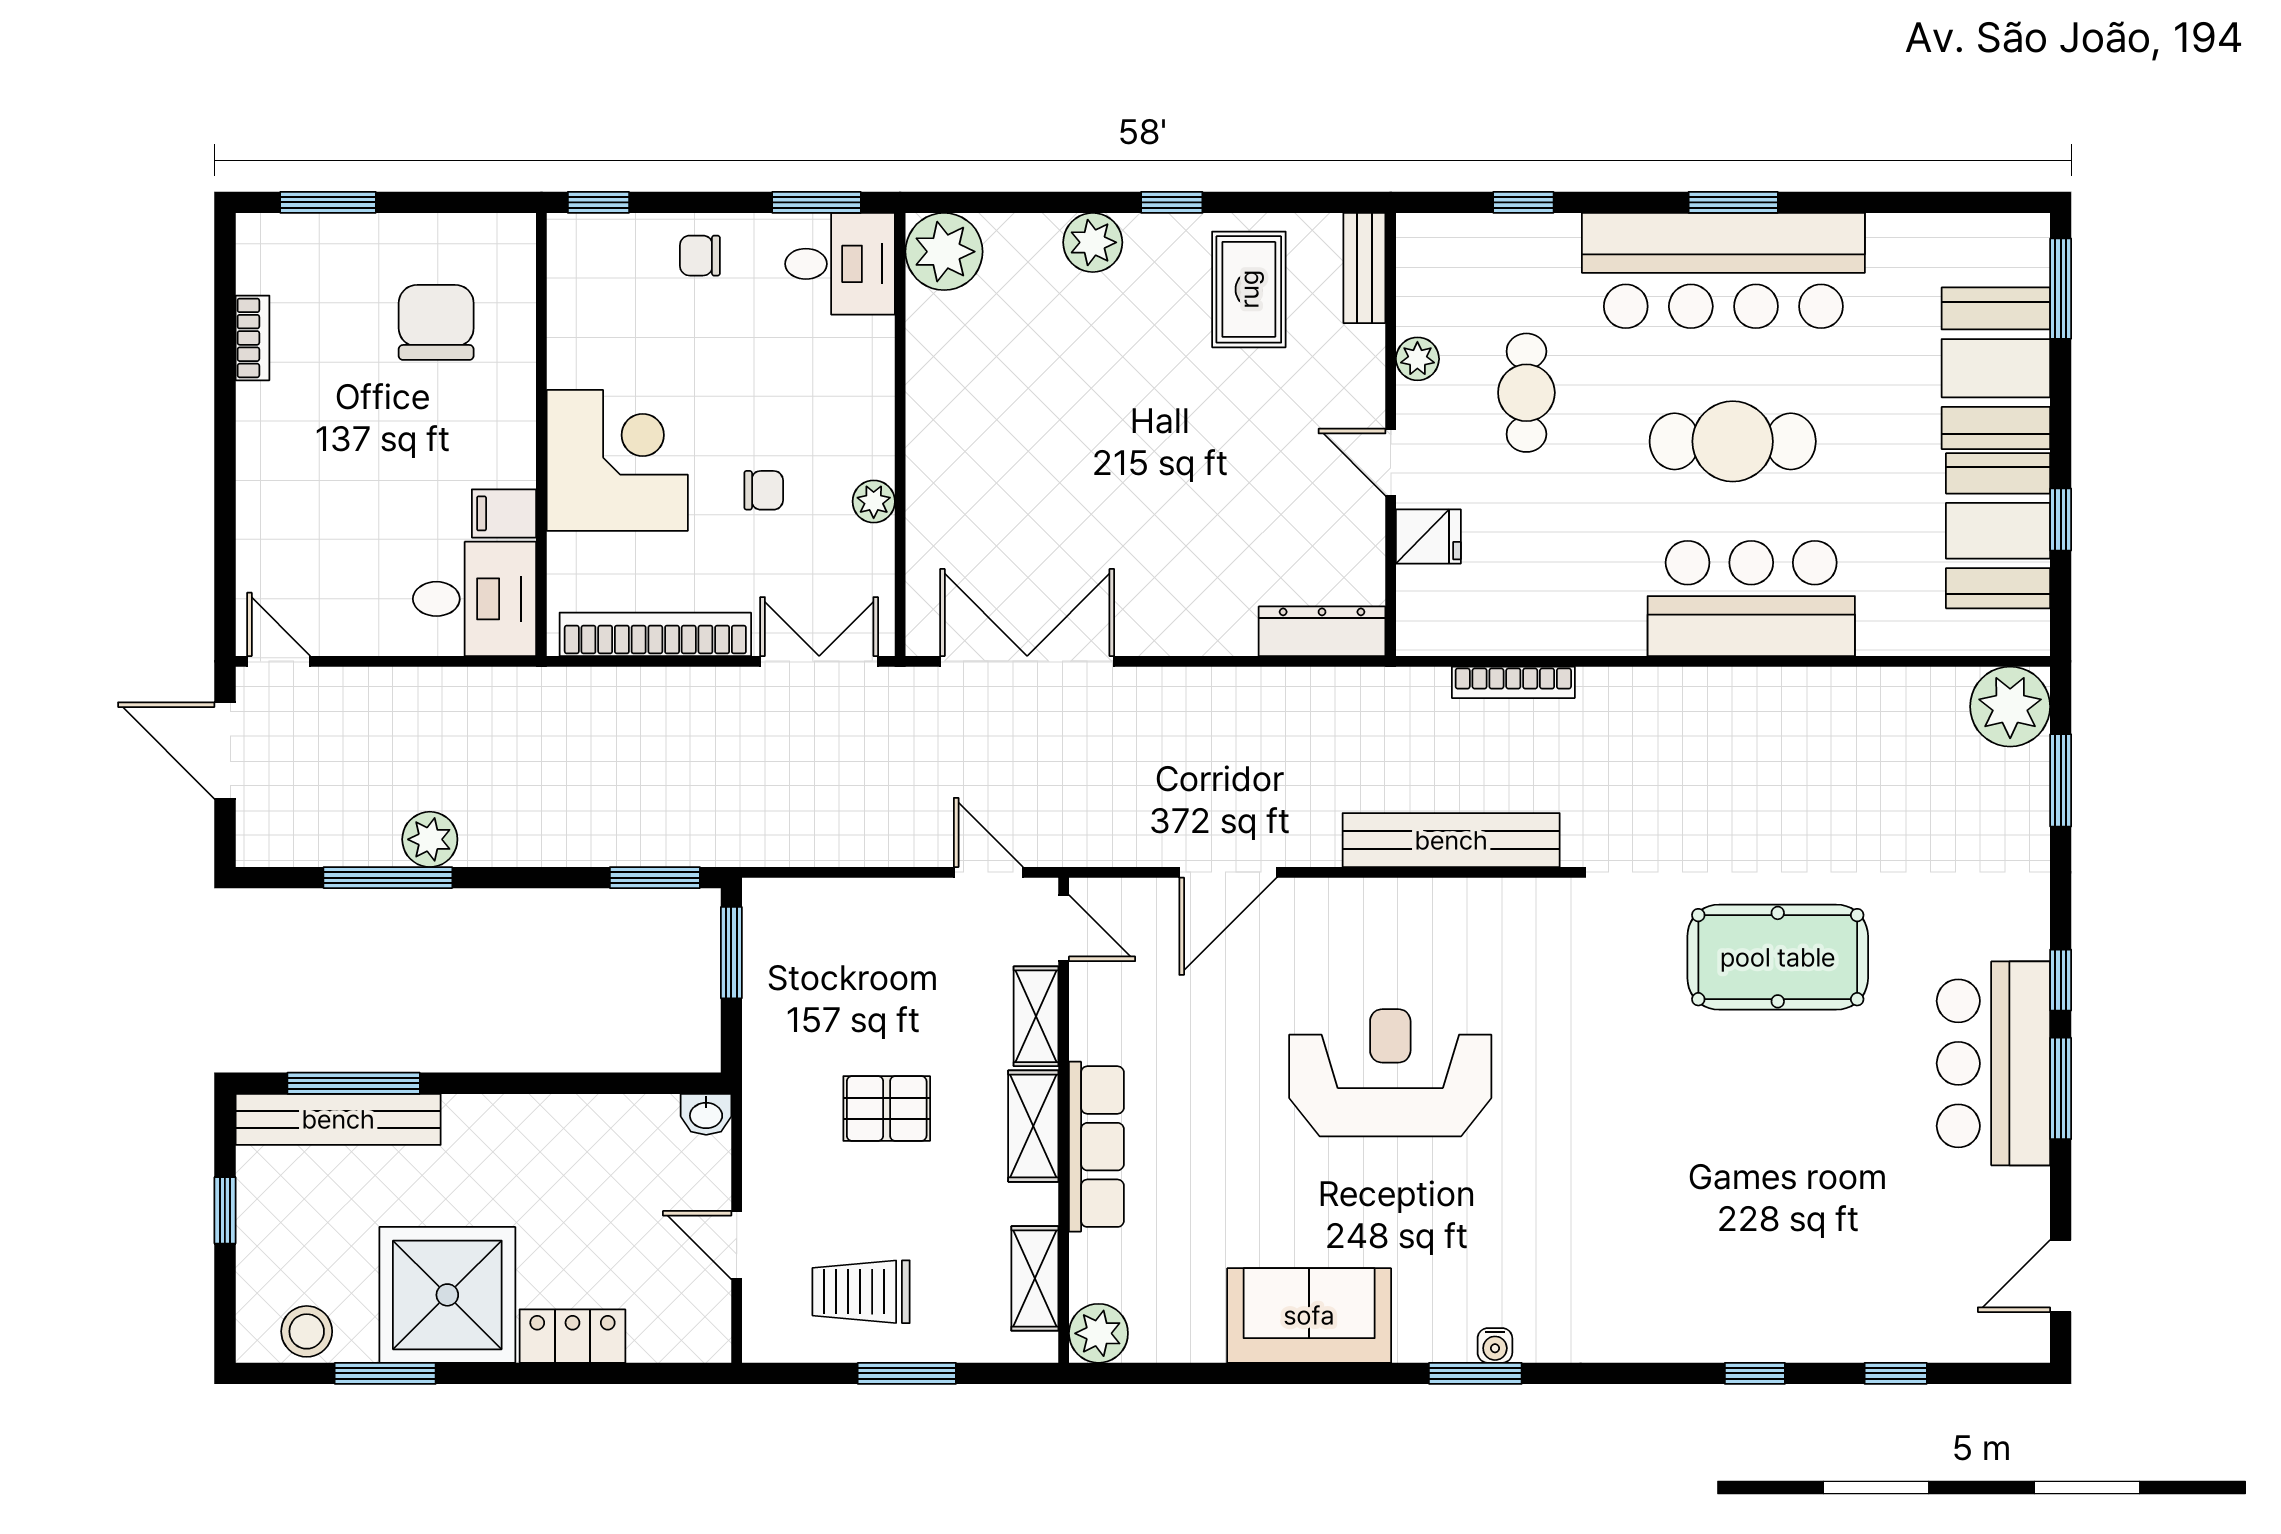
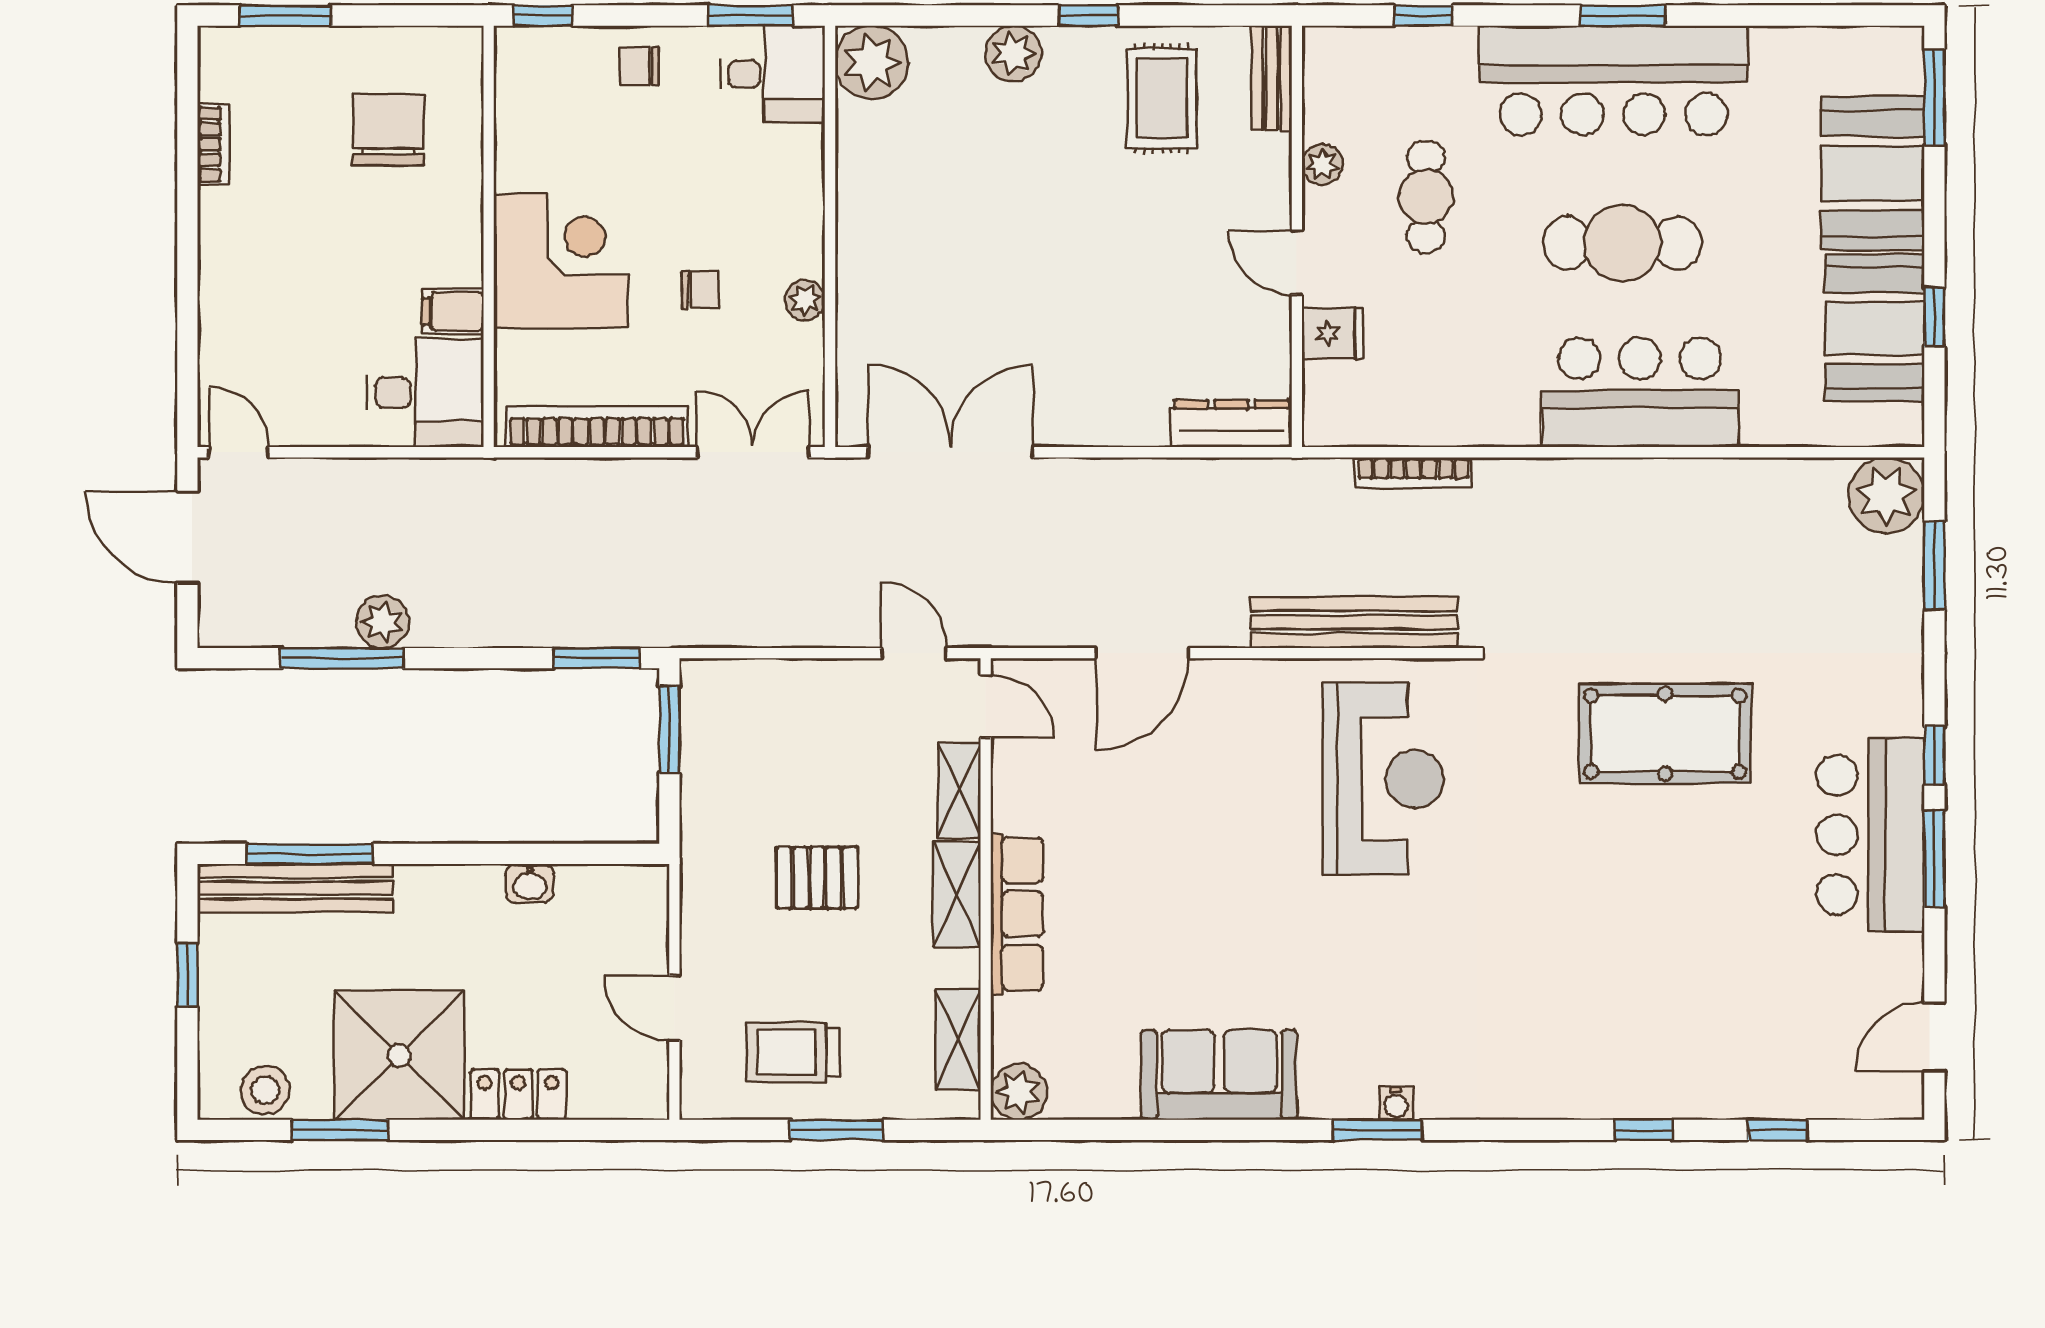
reception desk: (1390, 1073) -> (1383, 779), moved, turned 90
washbasin: (706, 1114) -> (530, 883), moved

